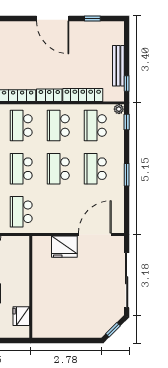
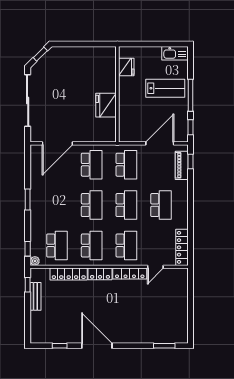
bench: (118, 66) -> (35, 296), width x0.73
school desk: (95, 169) -> (92, 165), moved
fridge: (64, 247) -> (106, 105), moved, turned -90

